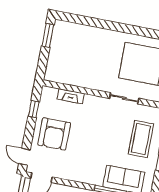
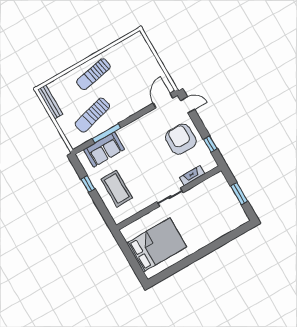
window: (48, 35) -> (239, 194), moved
sliding door: (124, 98) -> (170, 197), moved

